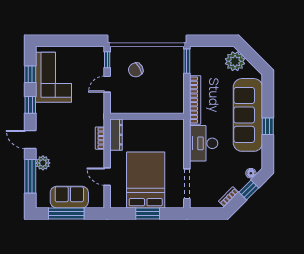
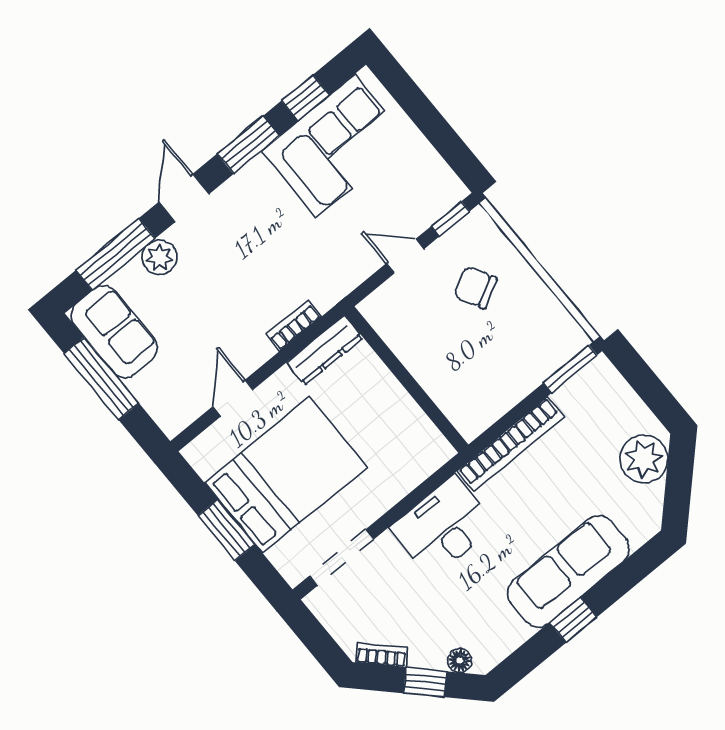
window: (30, 105) -> (248, 145), width x1.50
sofa: (248, 115) -> (568, 571), width x0.74, depth x0.79
sofa: (69, 197) -> (114, 332), moved

